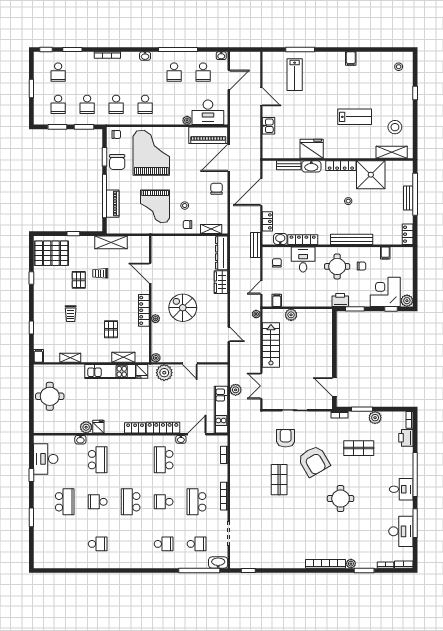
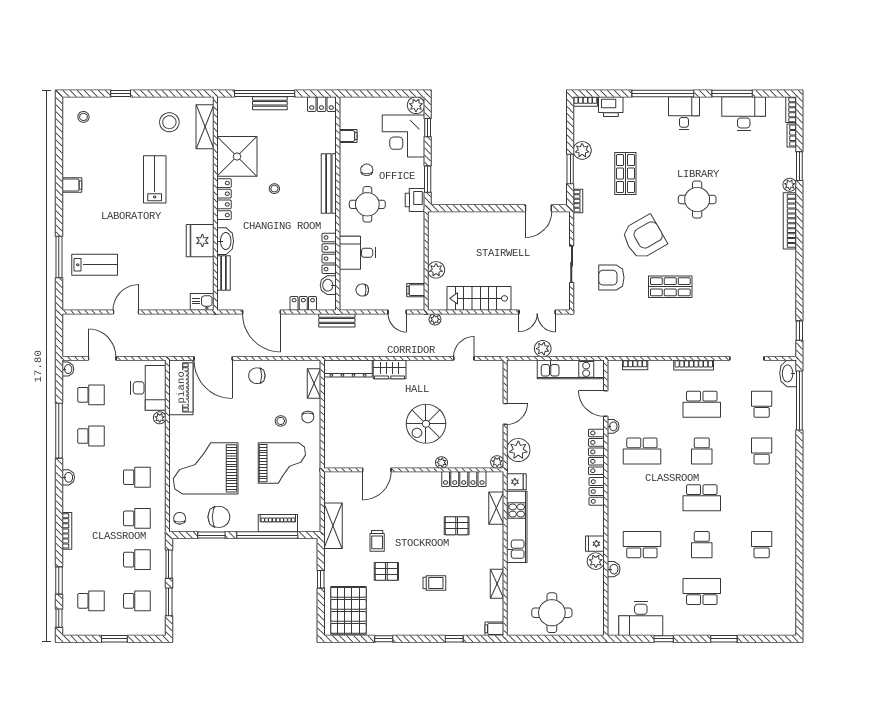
kitchen sink: (269, 126) -> (202, 302), moved
locker: (144, 310) -> (464, 479), moved

